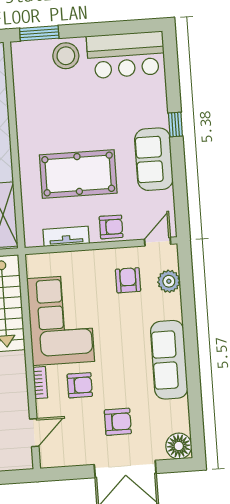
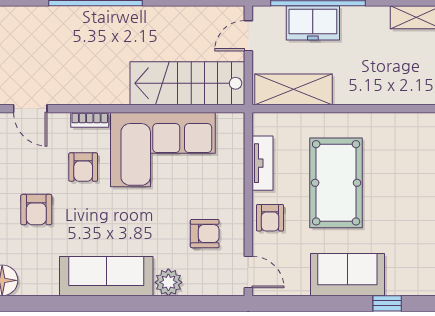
plant: (169, 281) -> (168, 282), moved

